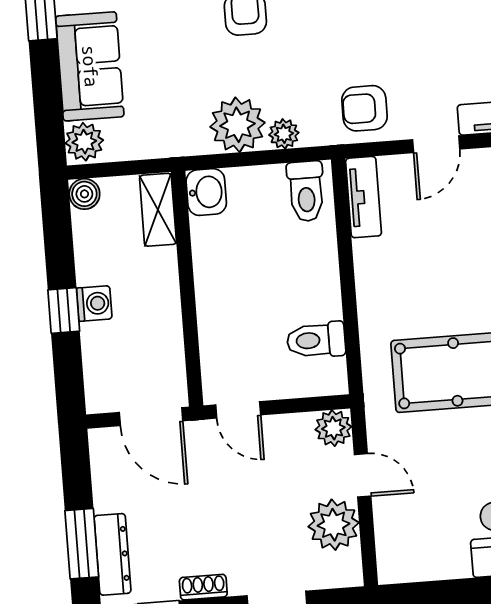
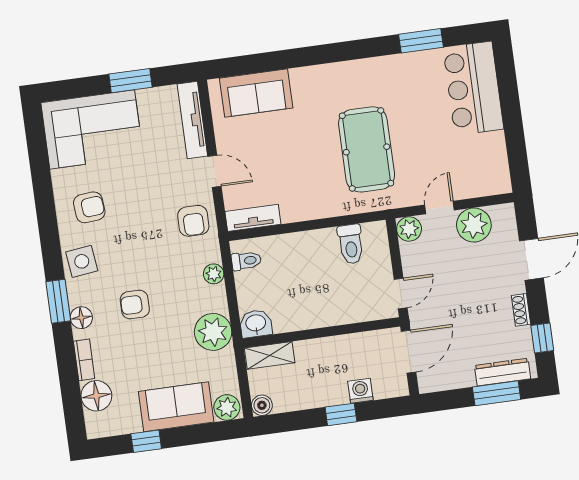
plant: (238, 125) -> (213, 332), moved
toilet: (306, 191) -> (246, 261), width x0.73, depth x0.72
washing machine: (94, 303) -> (360, 391), moved

